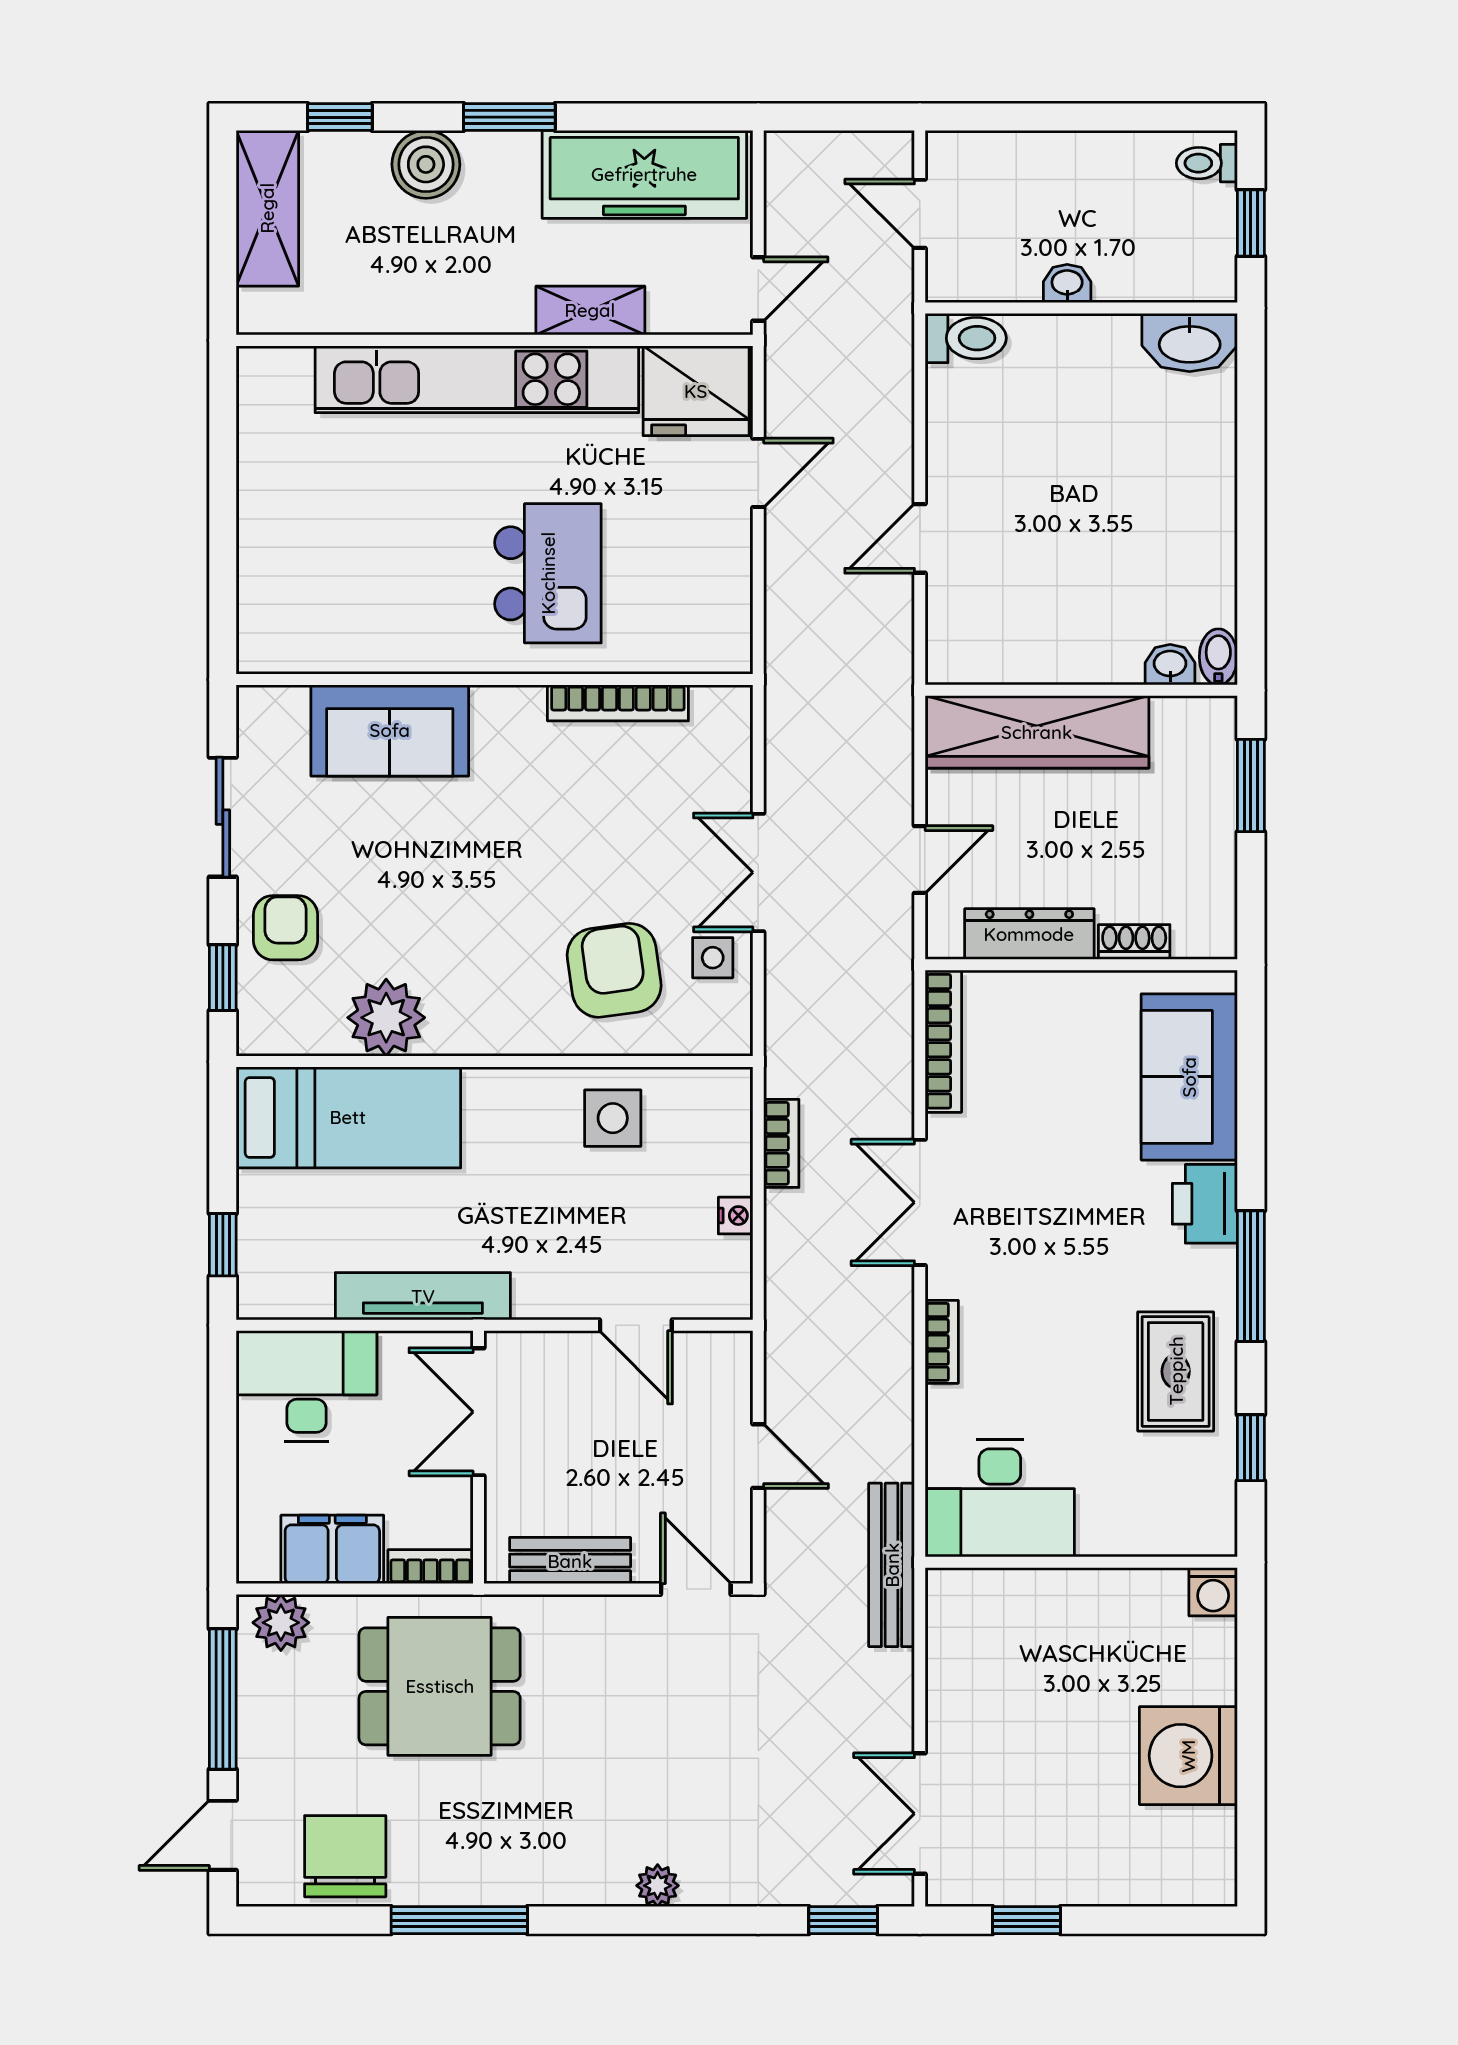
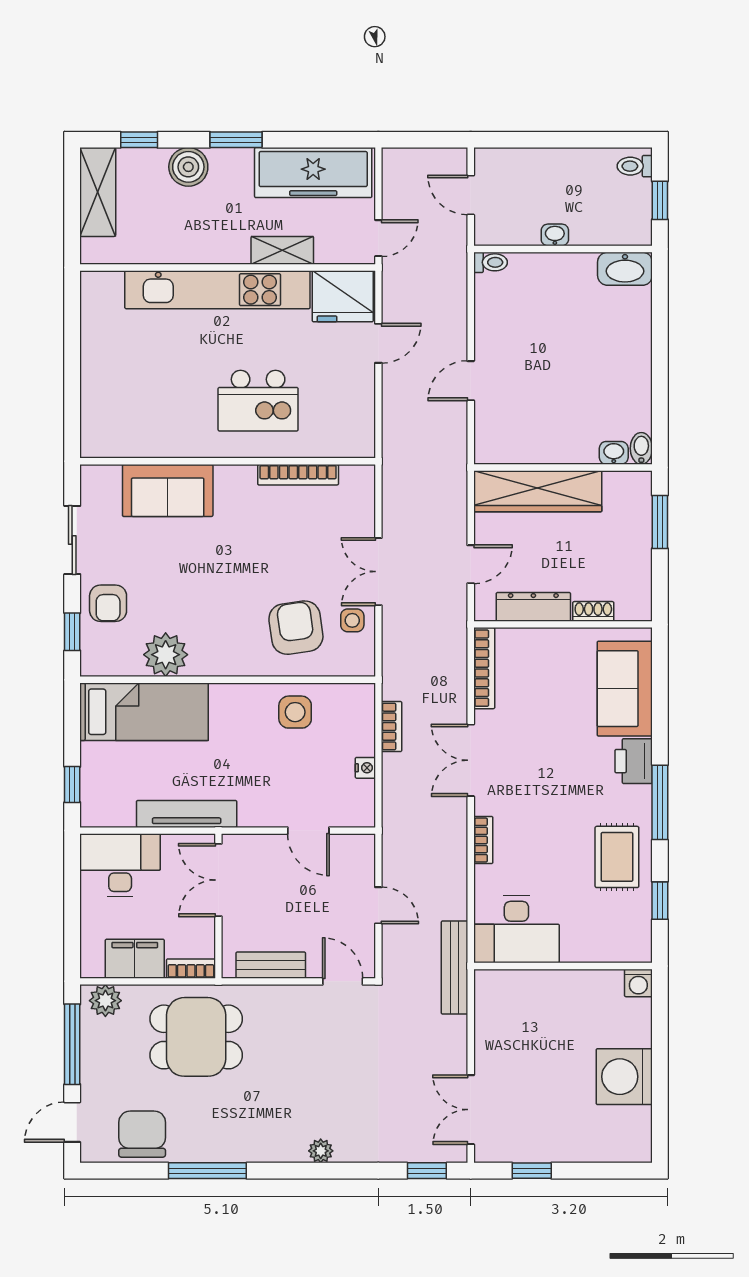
toilet: (966, 338) -> (490, 262), width x0.73, depth x0.72
kitchen island: (548, 573) -> (258, 401), turned 90
armchair: (286, 928) -> (108, 603), turned 180

